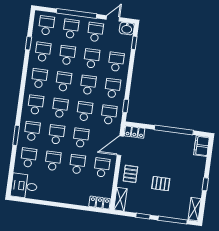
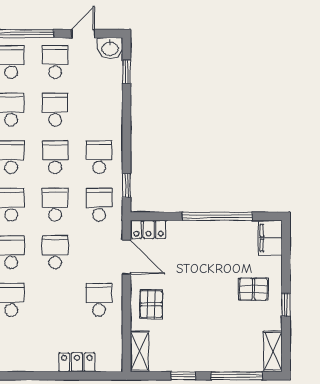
school desk: (116, 62) -> (99, 110), removed
door: (120, 146) -> (126, 257), swing flipped
school desk: (77, 164) -> (55, 300), removed
pallet: (161, 184) -> (253, 289), moved
locker: (100, 203) -> (77, 362), moved

